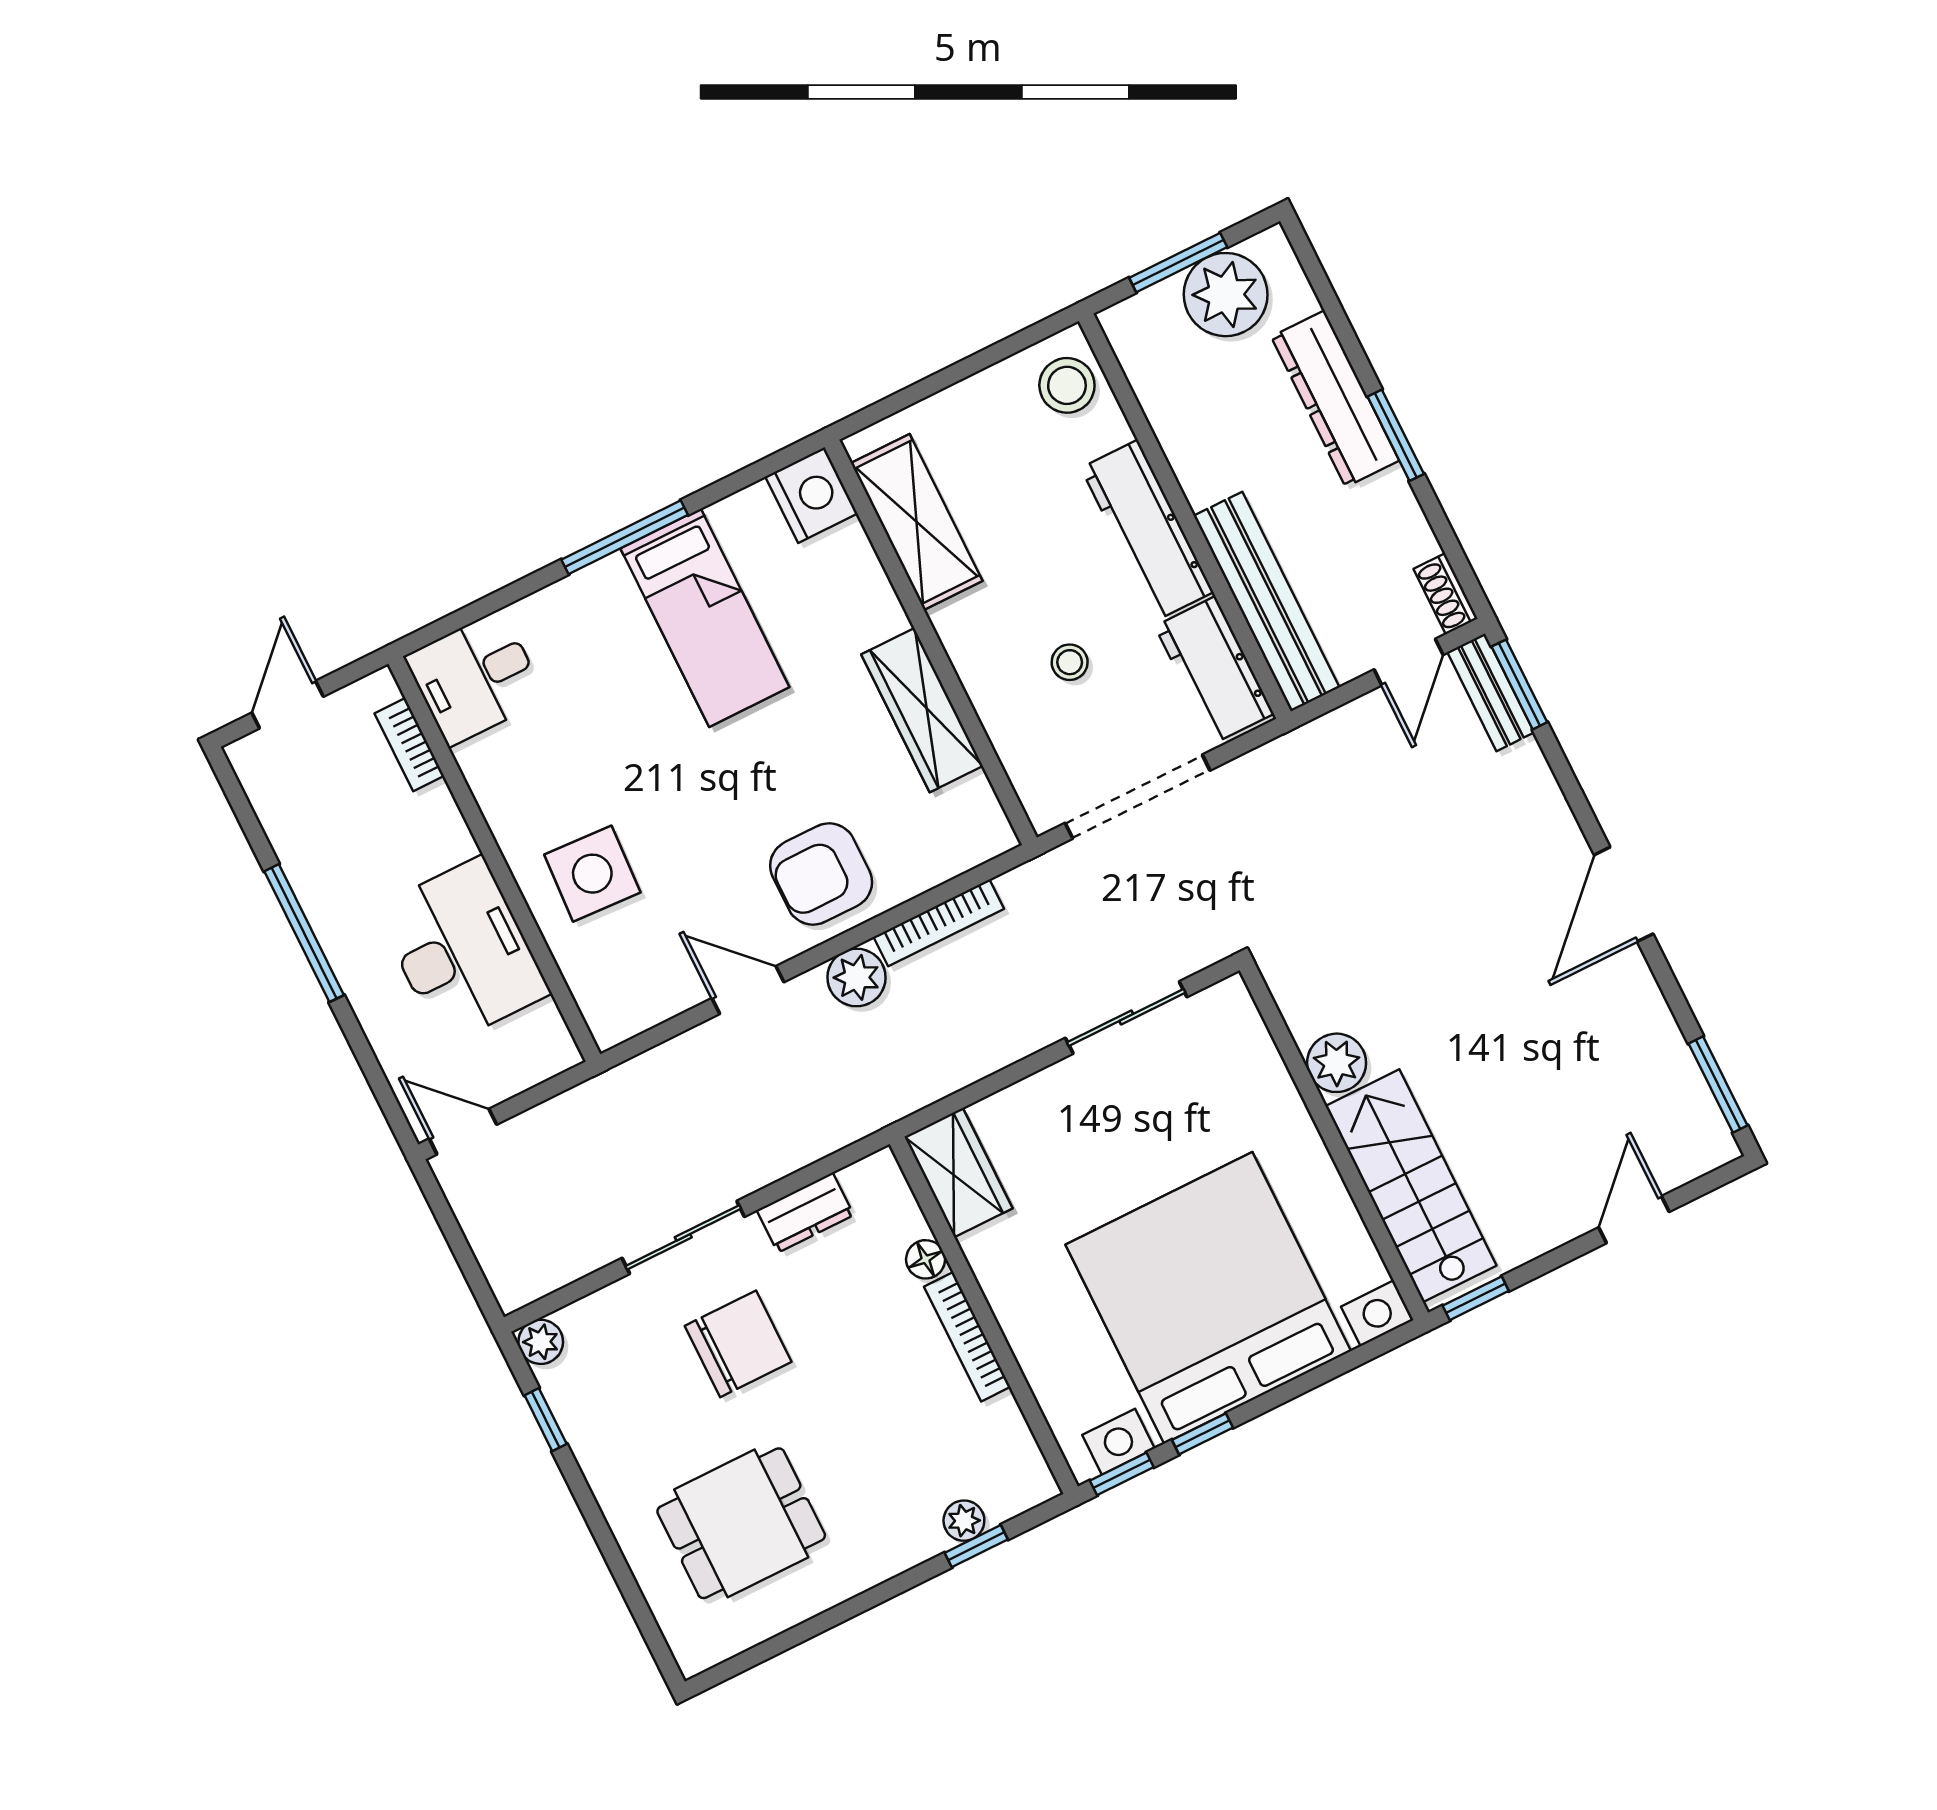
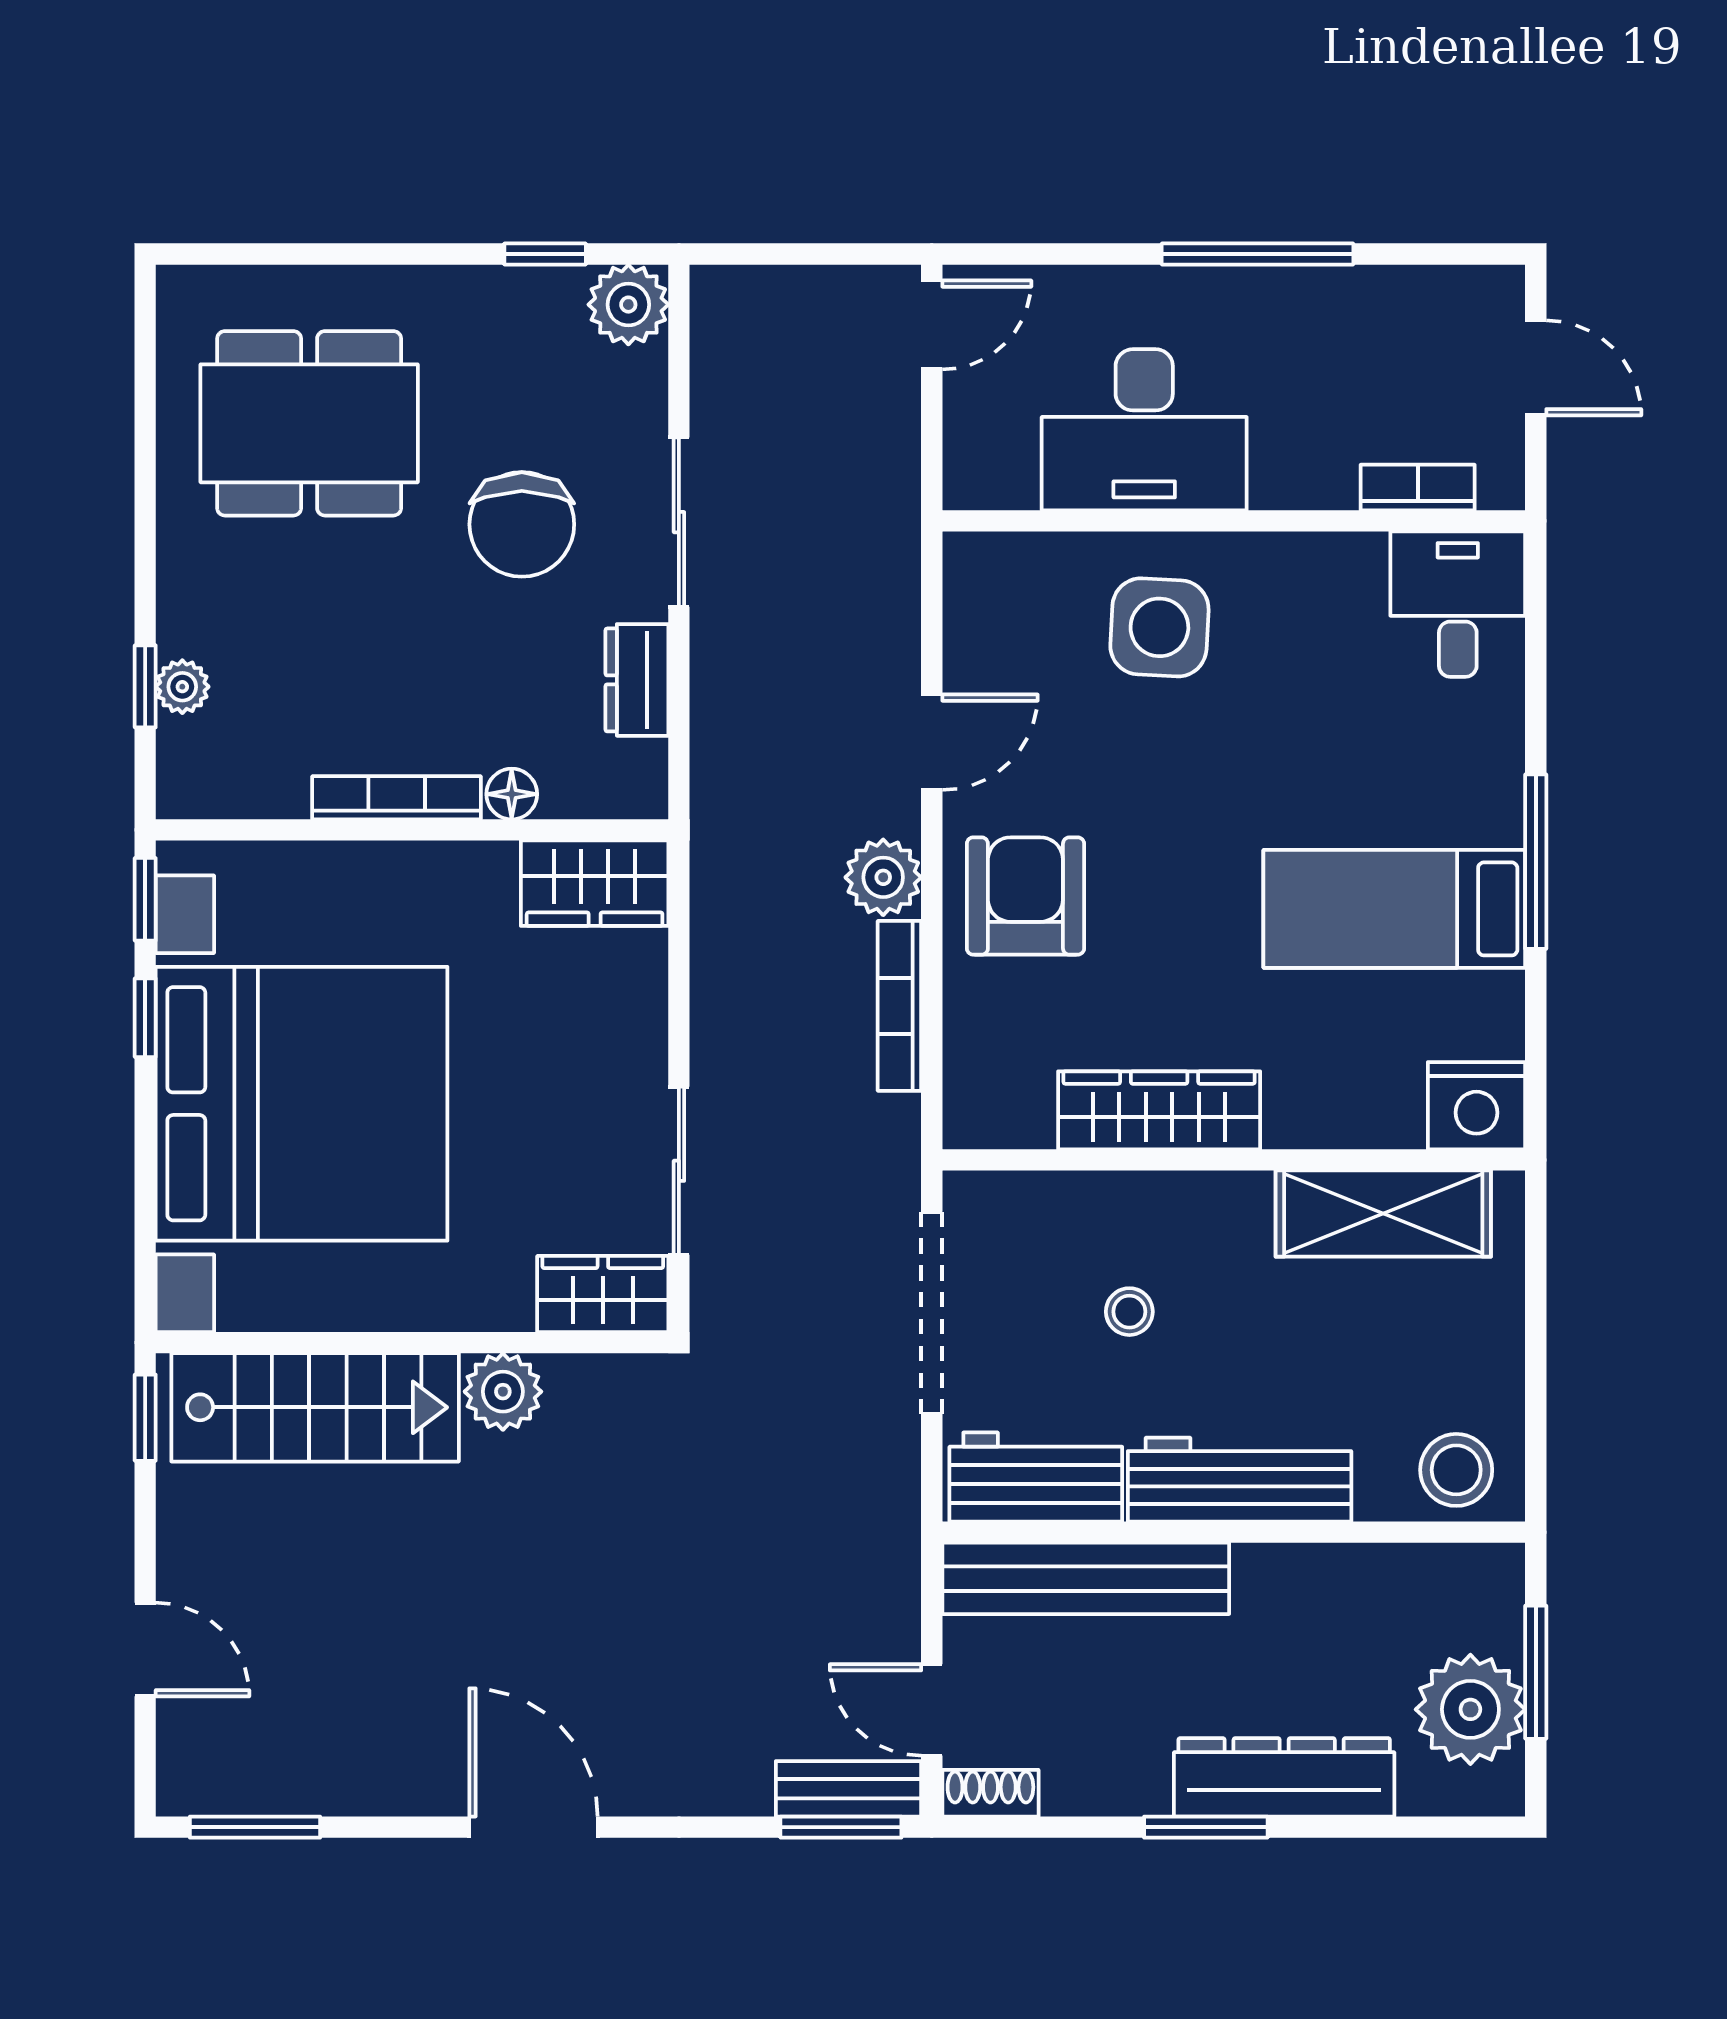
wardrobe: (1236, 1028) -> (603, 1294), added
plant: (541, 1342) -> (628, 305), width x1.38, depth x1.38
dining table: (741, 1523) -> (309, 423), width x1.38

